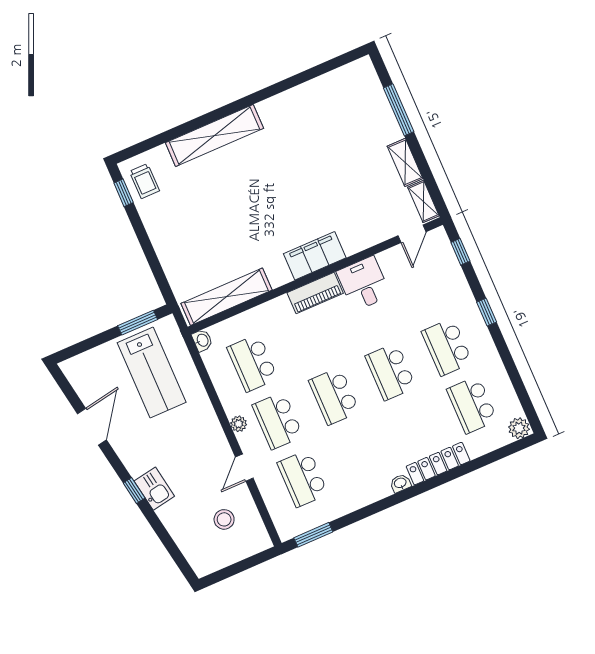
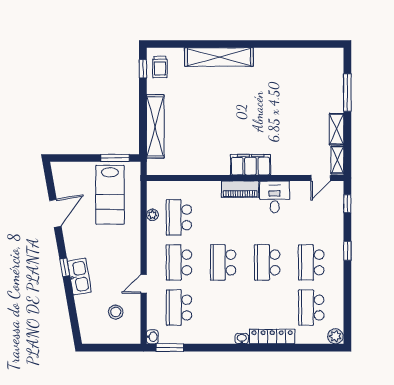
shelving: (227, 297) -> (155, 126), moved, turned 90
washbasin: (202, 340) -> (152, 337), moved
plant: (239, 424) -> (152, 215), moved
kitchen sink: (154, 489) -> (79, 277), width x1.38

